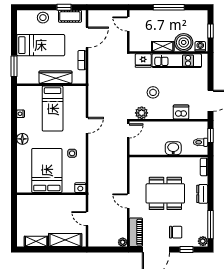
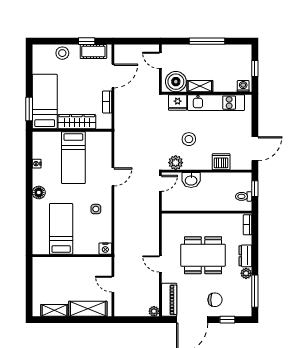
boiler: (184, 42) -> (176, 82), moved
bed: (41, 45) -> (45, 102), moved, turned -90
washbasin: (173, 148) -> (191, 180), moved, turned 180
bed: (47, 170) -> (61, 229), width x0.67
plant: (203, 241) -> (246, 273), moved

